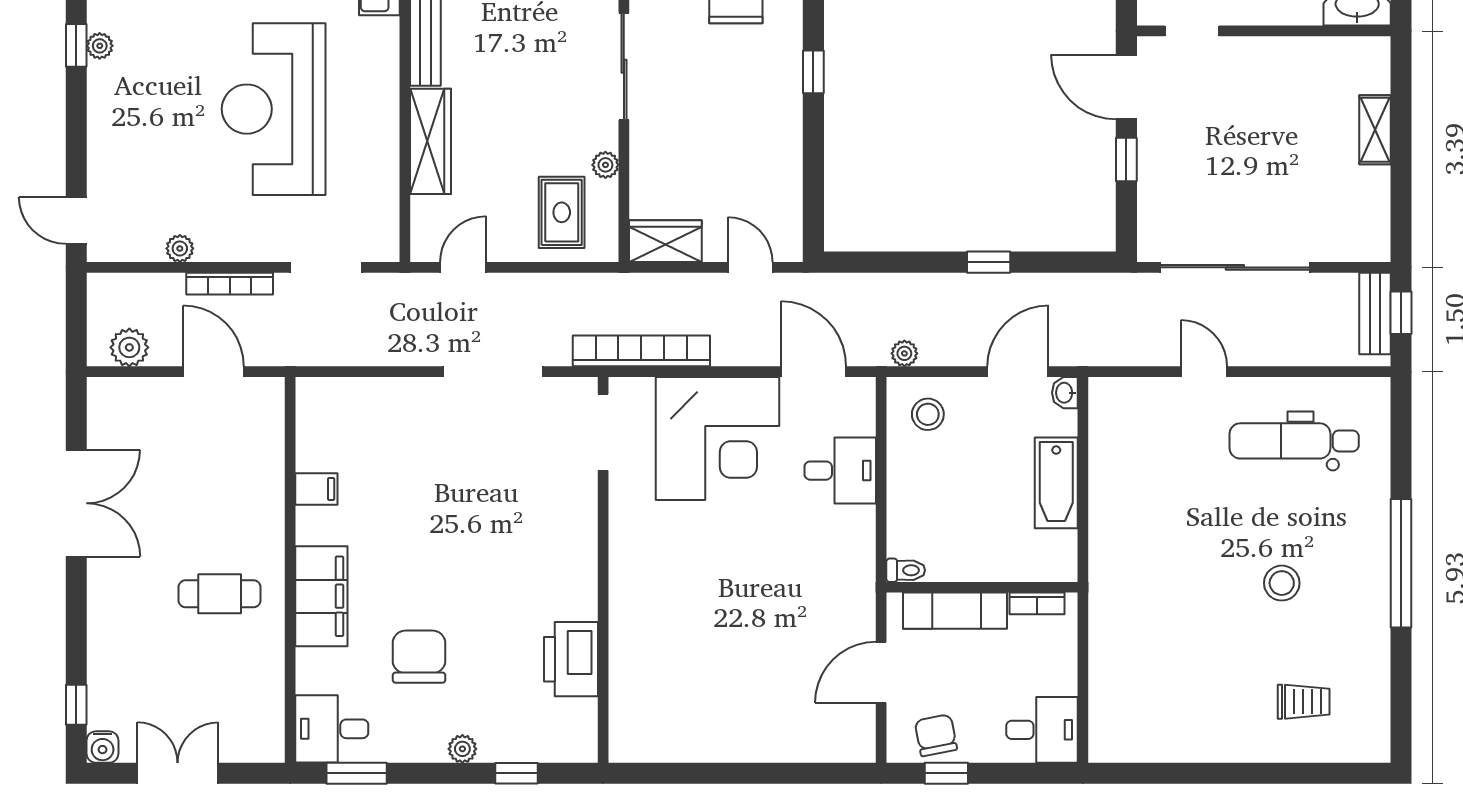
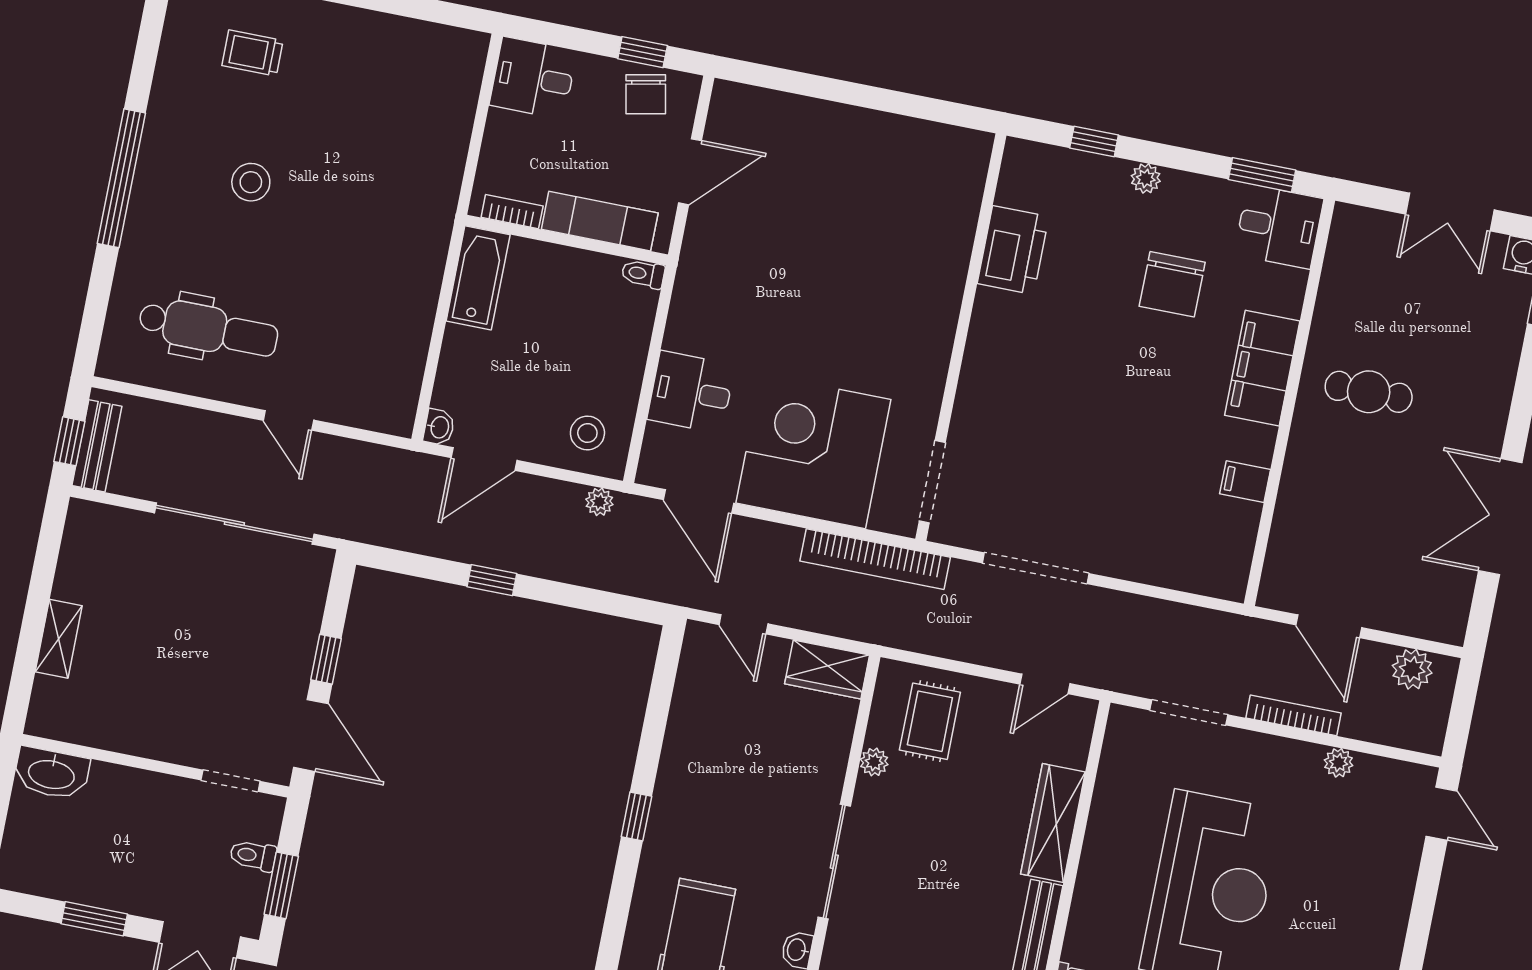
bathtub: (1056, 483) -> (478, 278), moved

